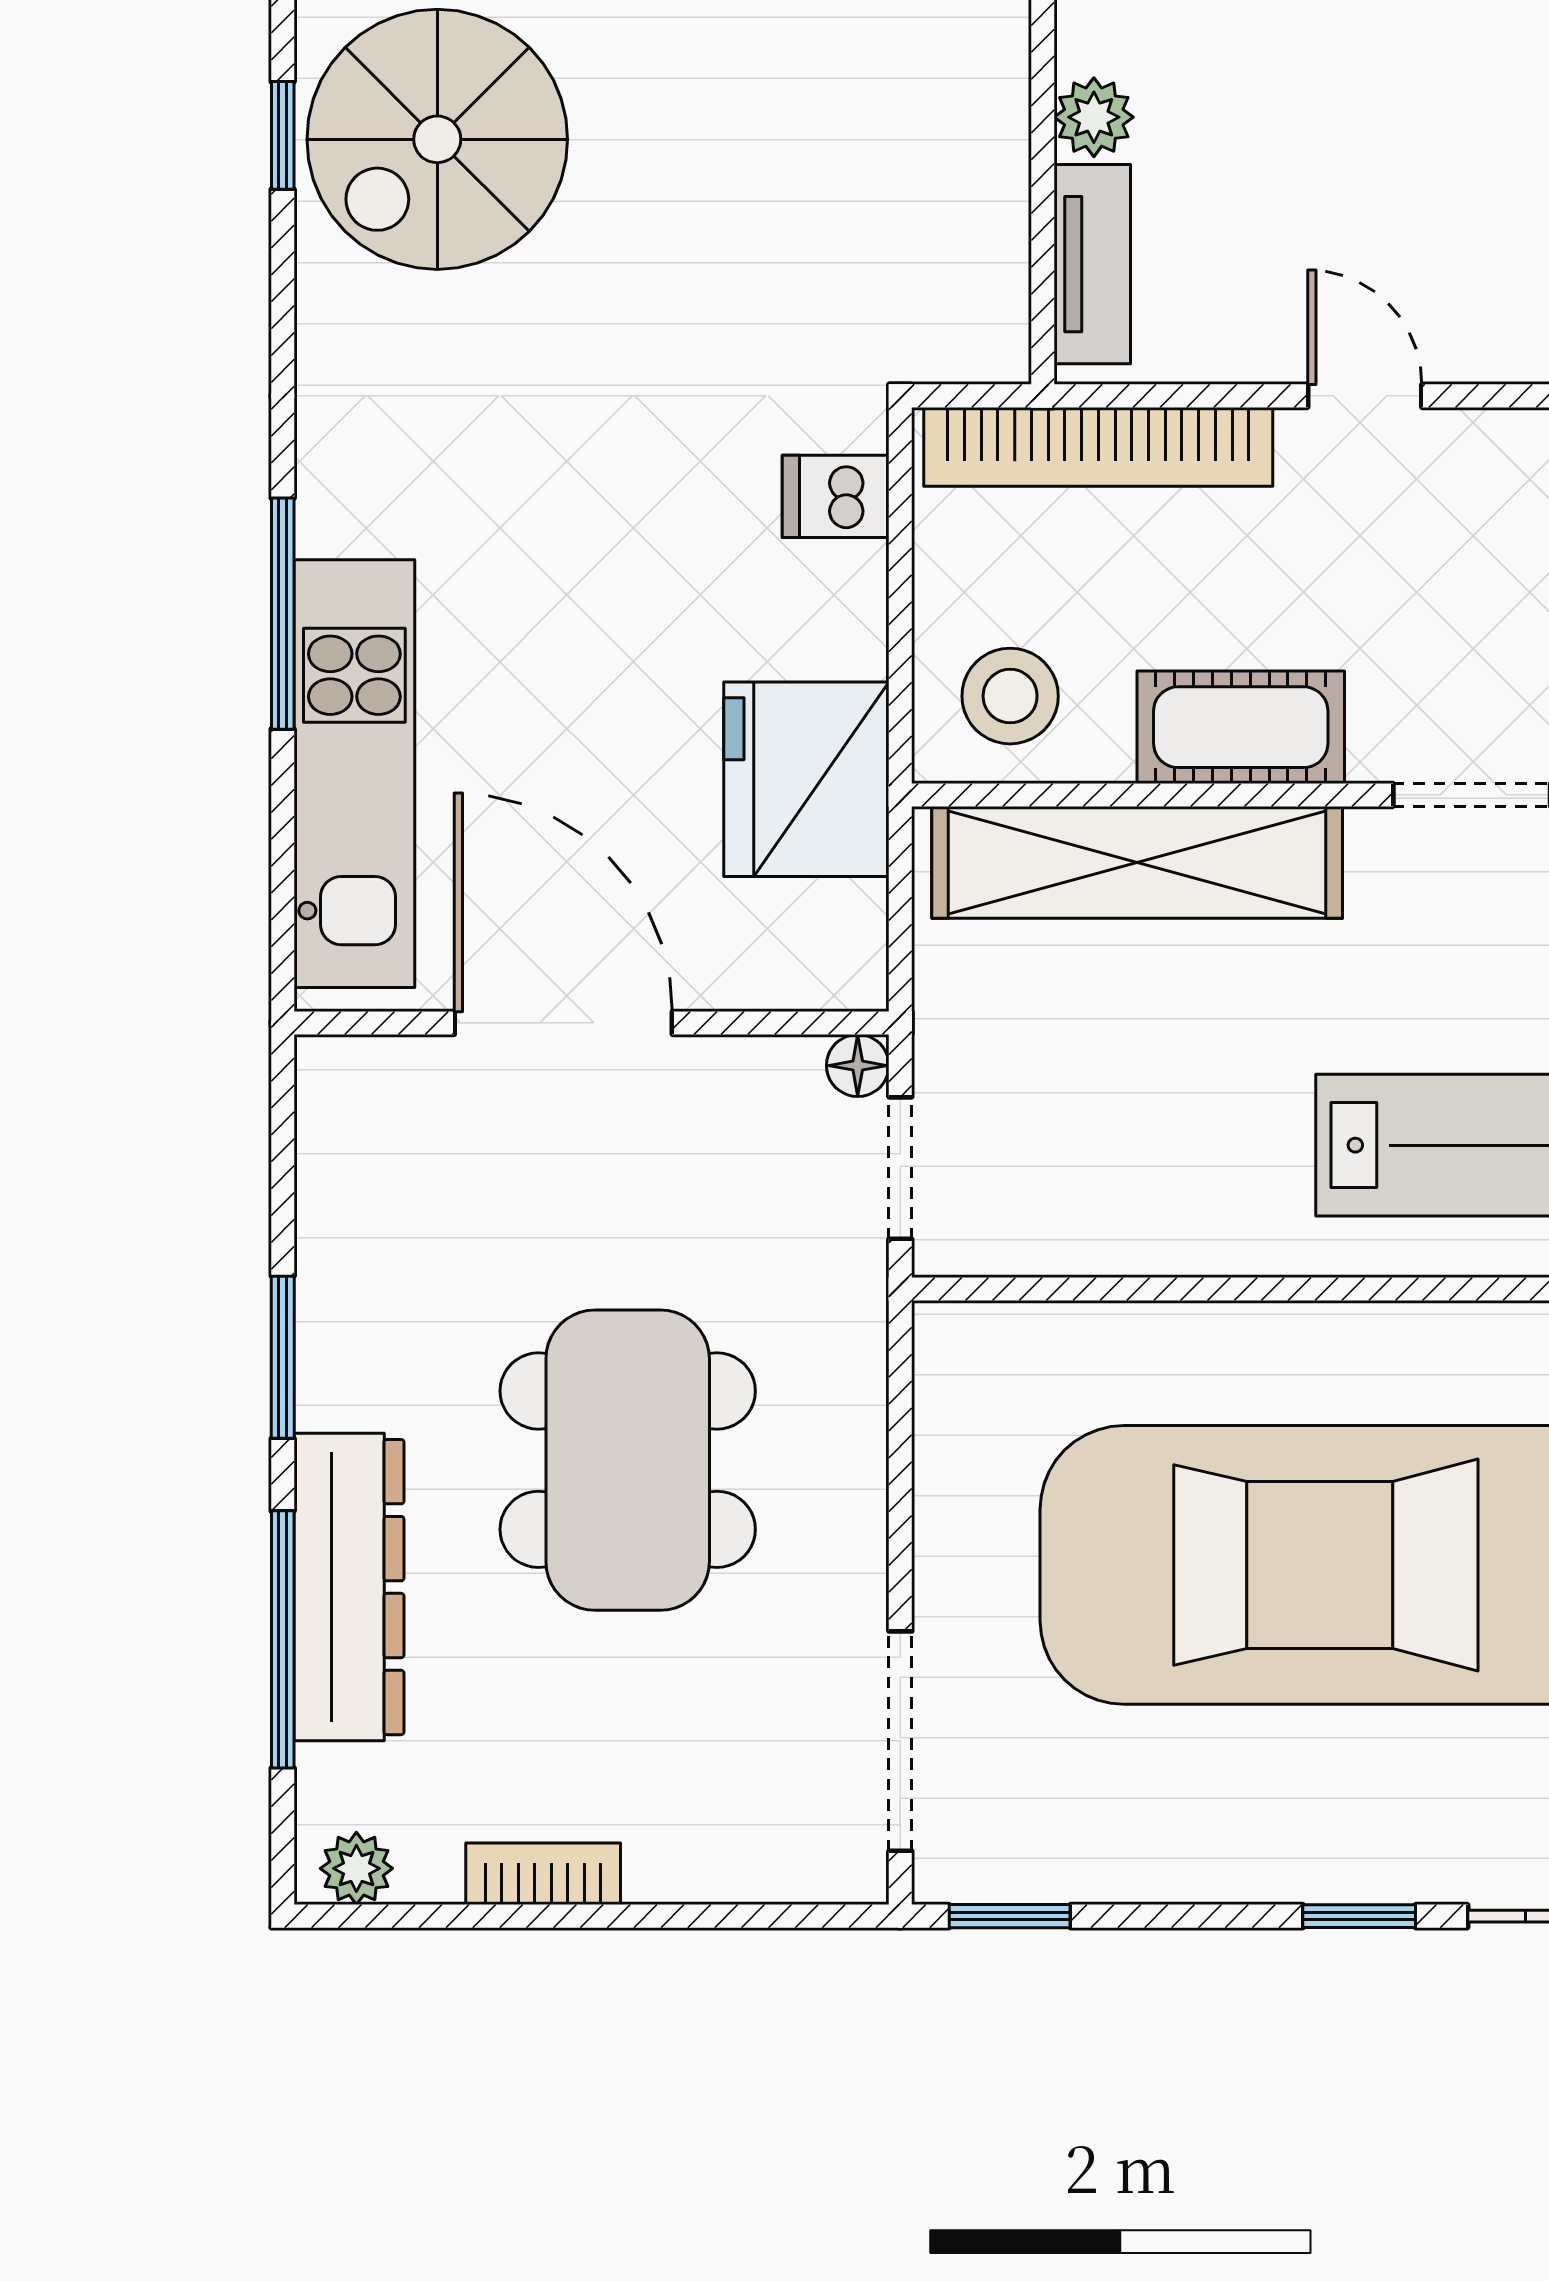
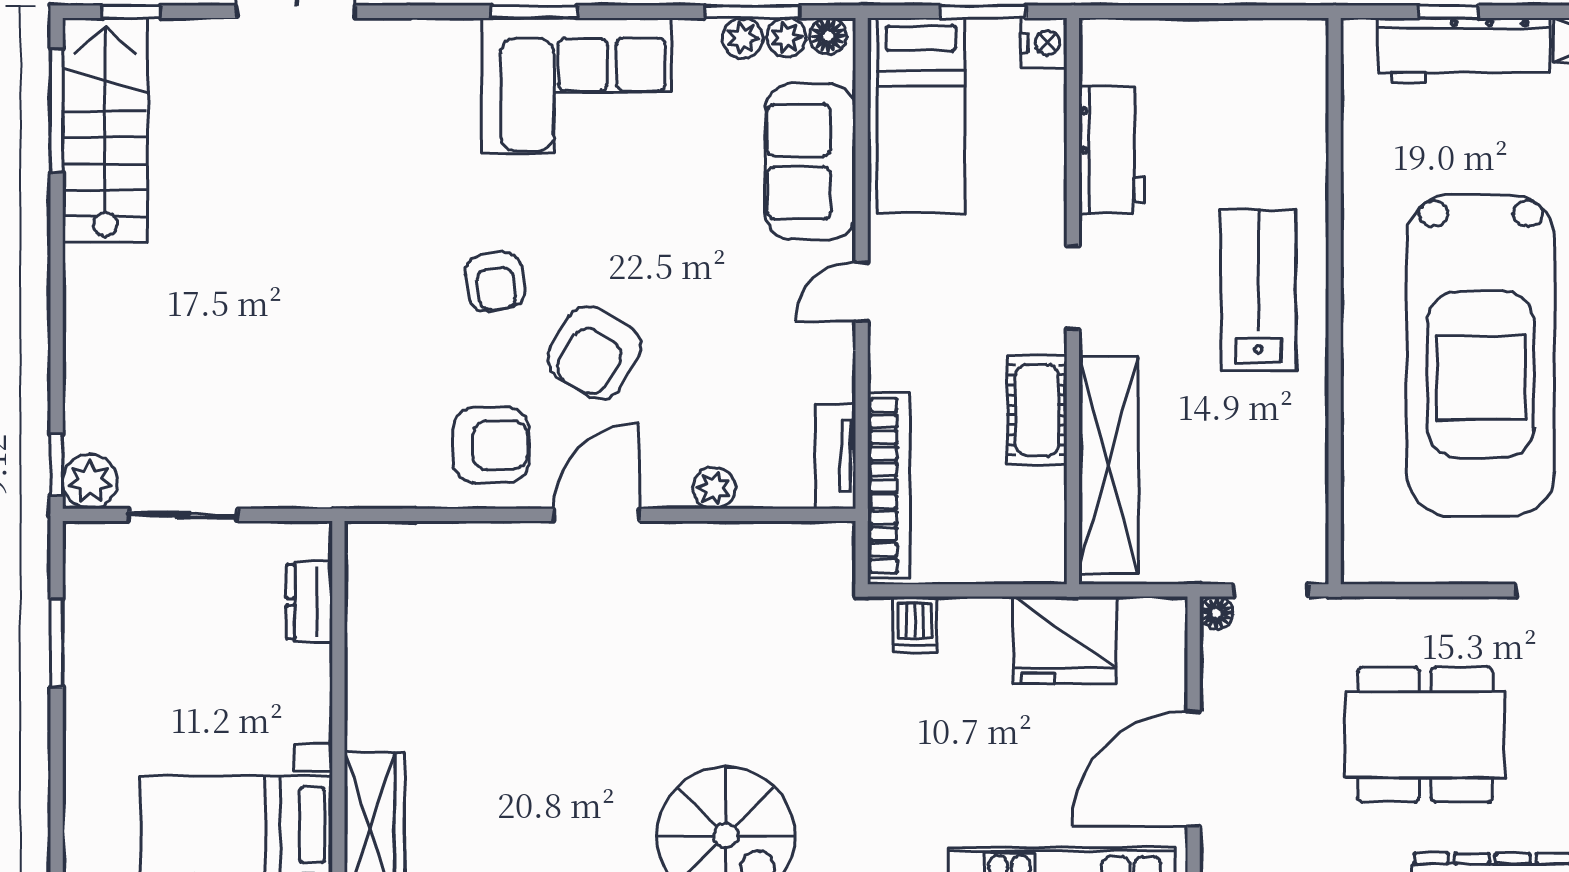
tv unit: (1092, 264) -> (835, 456), moved, turned -90
door: (1365, 396) -> (862, 292), moved
stool: (1010, 696) -> (1021, 532), removed

